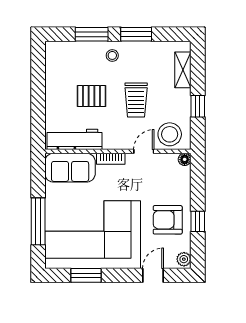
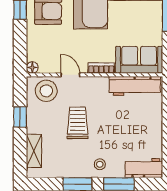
workbench: (65, 51) -> (144, 168), added
pallet: (92, 96) -> (119, 127), removed
door: (144, 151) -> (70, 75), swing flipped

